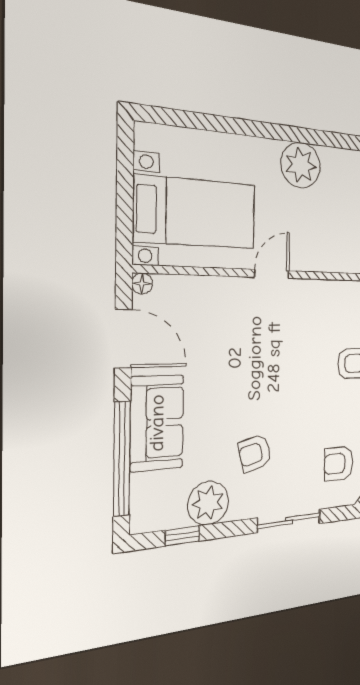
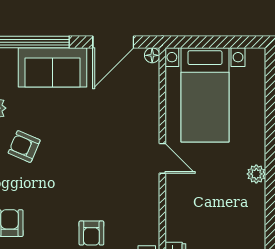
plant: (301, 165) -> (256, 174), width x0.53, depth x0.53
armchair: (255, 453) -> (24, 147), turned -54

